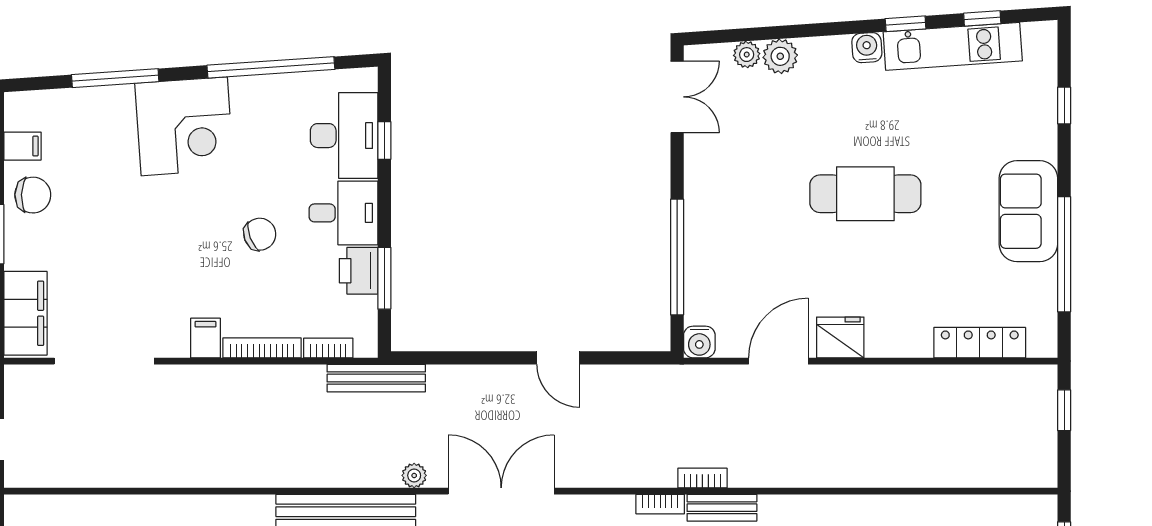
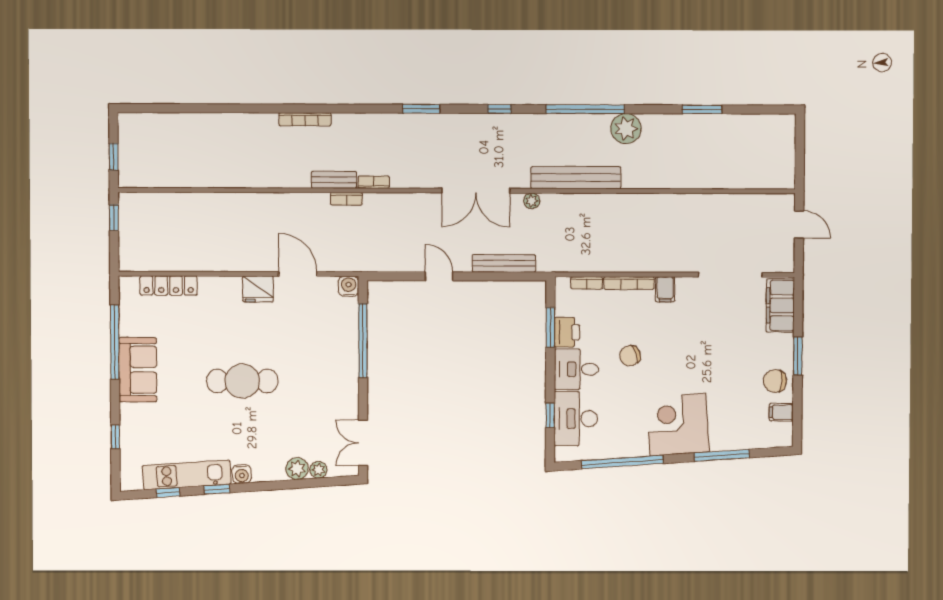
door: (778, 361) -> (298, 274), swing flipped
bench: (376, 378) -> (504, 263), moved
window: (1064, 410) -> (114, 218), moved

